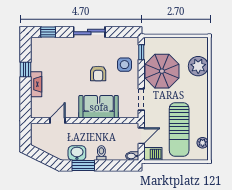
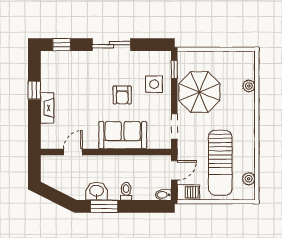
plant: (198, 66) -> (249, 86), width x0.53, depth x0.53

